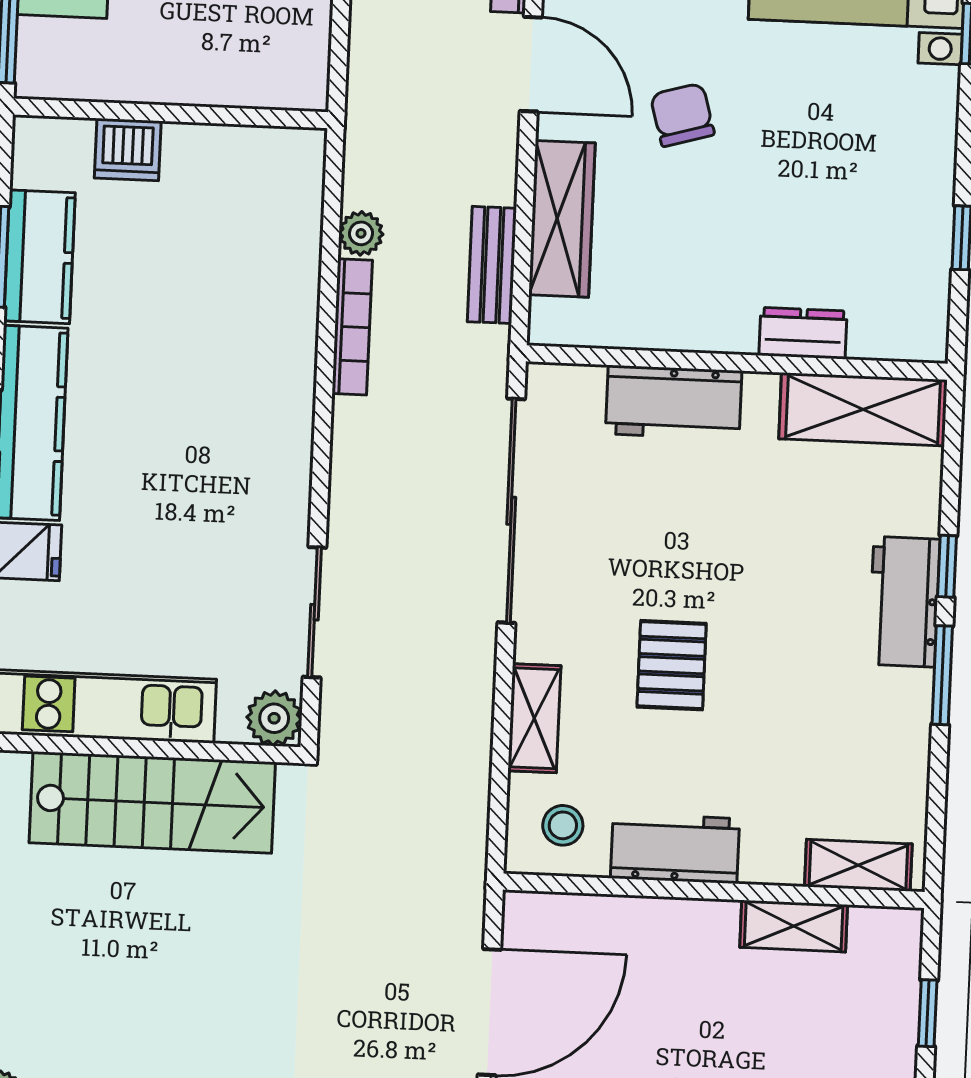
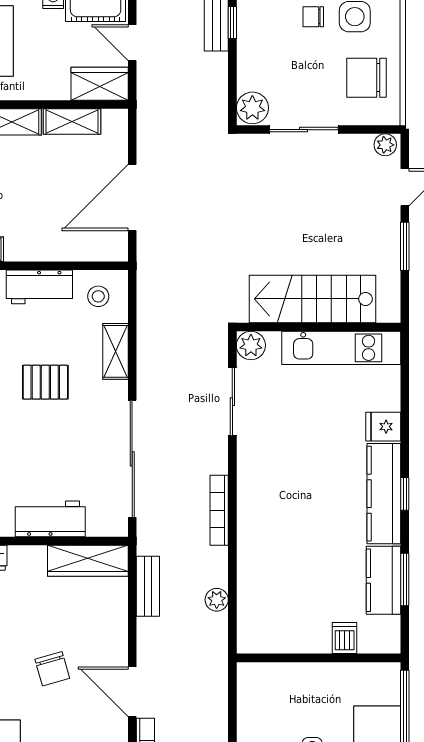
dishwasher: (128, 150) -> (345, 638), width x0.73
wardrobe: (562, 219) -> (88, 561), moved, turned -90
bookcase: (352, 327) -> (219, 510), moved
pallet: (672, 665) -> (45, 382), turned 90

